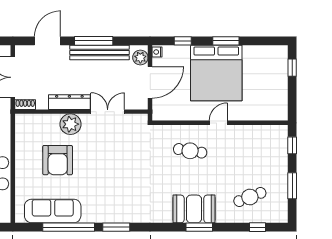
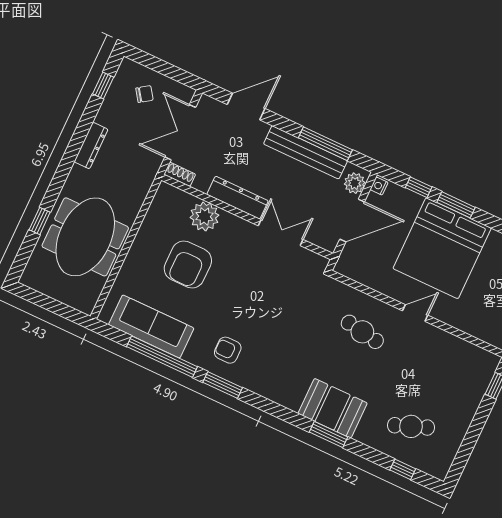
window: (94, 41) -> (325, 144), moved
window: (226, 41) -> (456, 205), moved
plant: (70, 124) -> (204, 216), moved
window: (292, 186) -> (471, 437), removed
armchair: (109, 203) -> (228, 350), added

